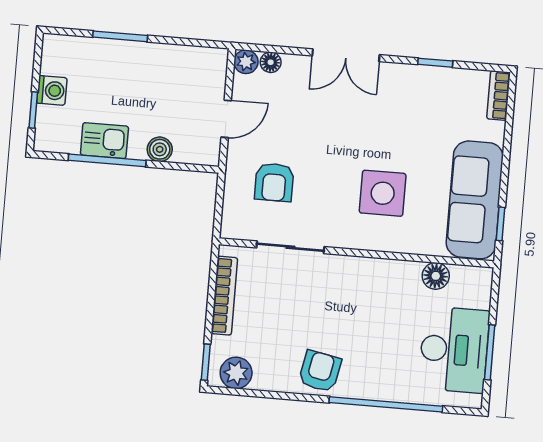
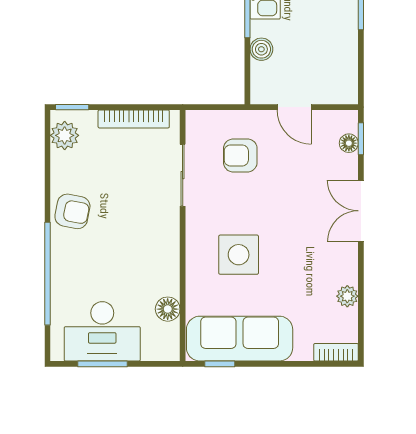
plant: (246, 62) -> (347, 296), moved
window: (435, 63) -> (361, 139), moved

